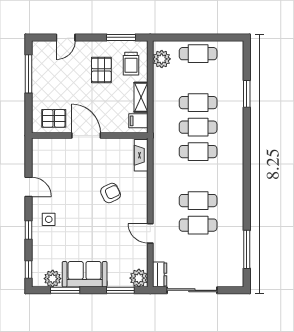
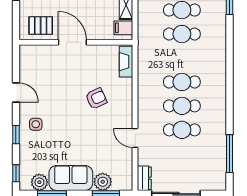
cafe table: (198, 152) -> (182, 82), moved
plant: (139, 278) -> (103, 182), moved

